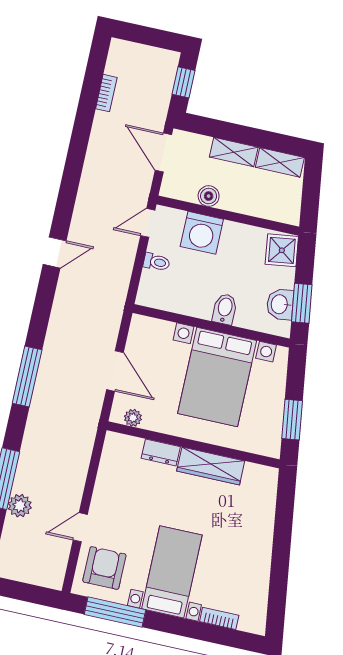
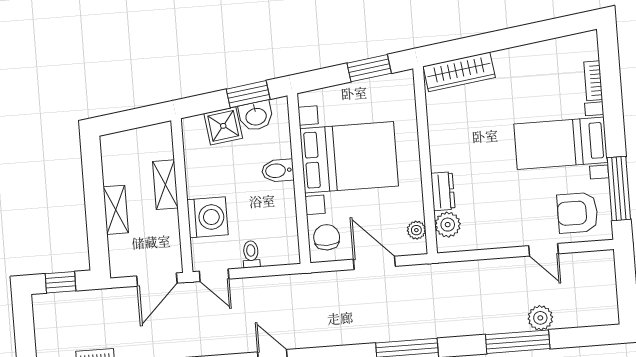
door: (163, 152) -> (157, 280), moved
shelving: (280, 162) -> (165, 185), moved
boiler: (209, 196) -> (168, 222), removed
shower: (282, 250) -> (223, 126), moved
chair: (151, 335) -> (327, 237), added
door: (115, 371) -> (374, 263), hinge flipped
plant: (129, 448) -> (448, 225), added
wardrobe: (211, 466) -> (459, 72), moved, turned 82

